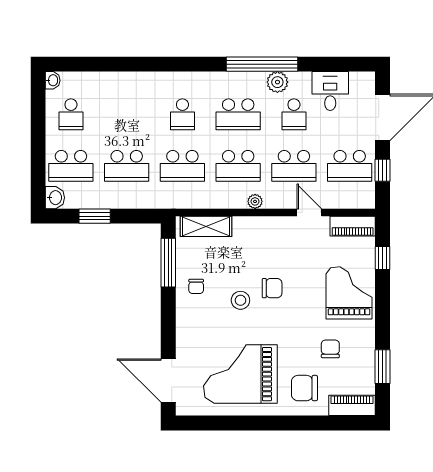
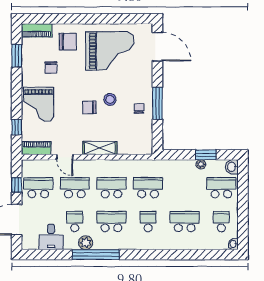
school desk: (127, 166) -> (185, 222), moved
plant: (255, 201) -> (201, 164), moved
shelving: (206, 226) -> (100, 148), moved
window: (168, 263) -> (157, 103), moved

